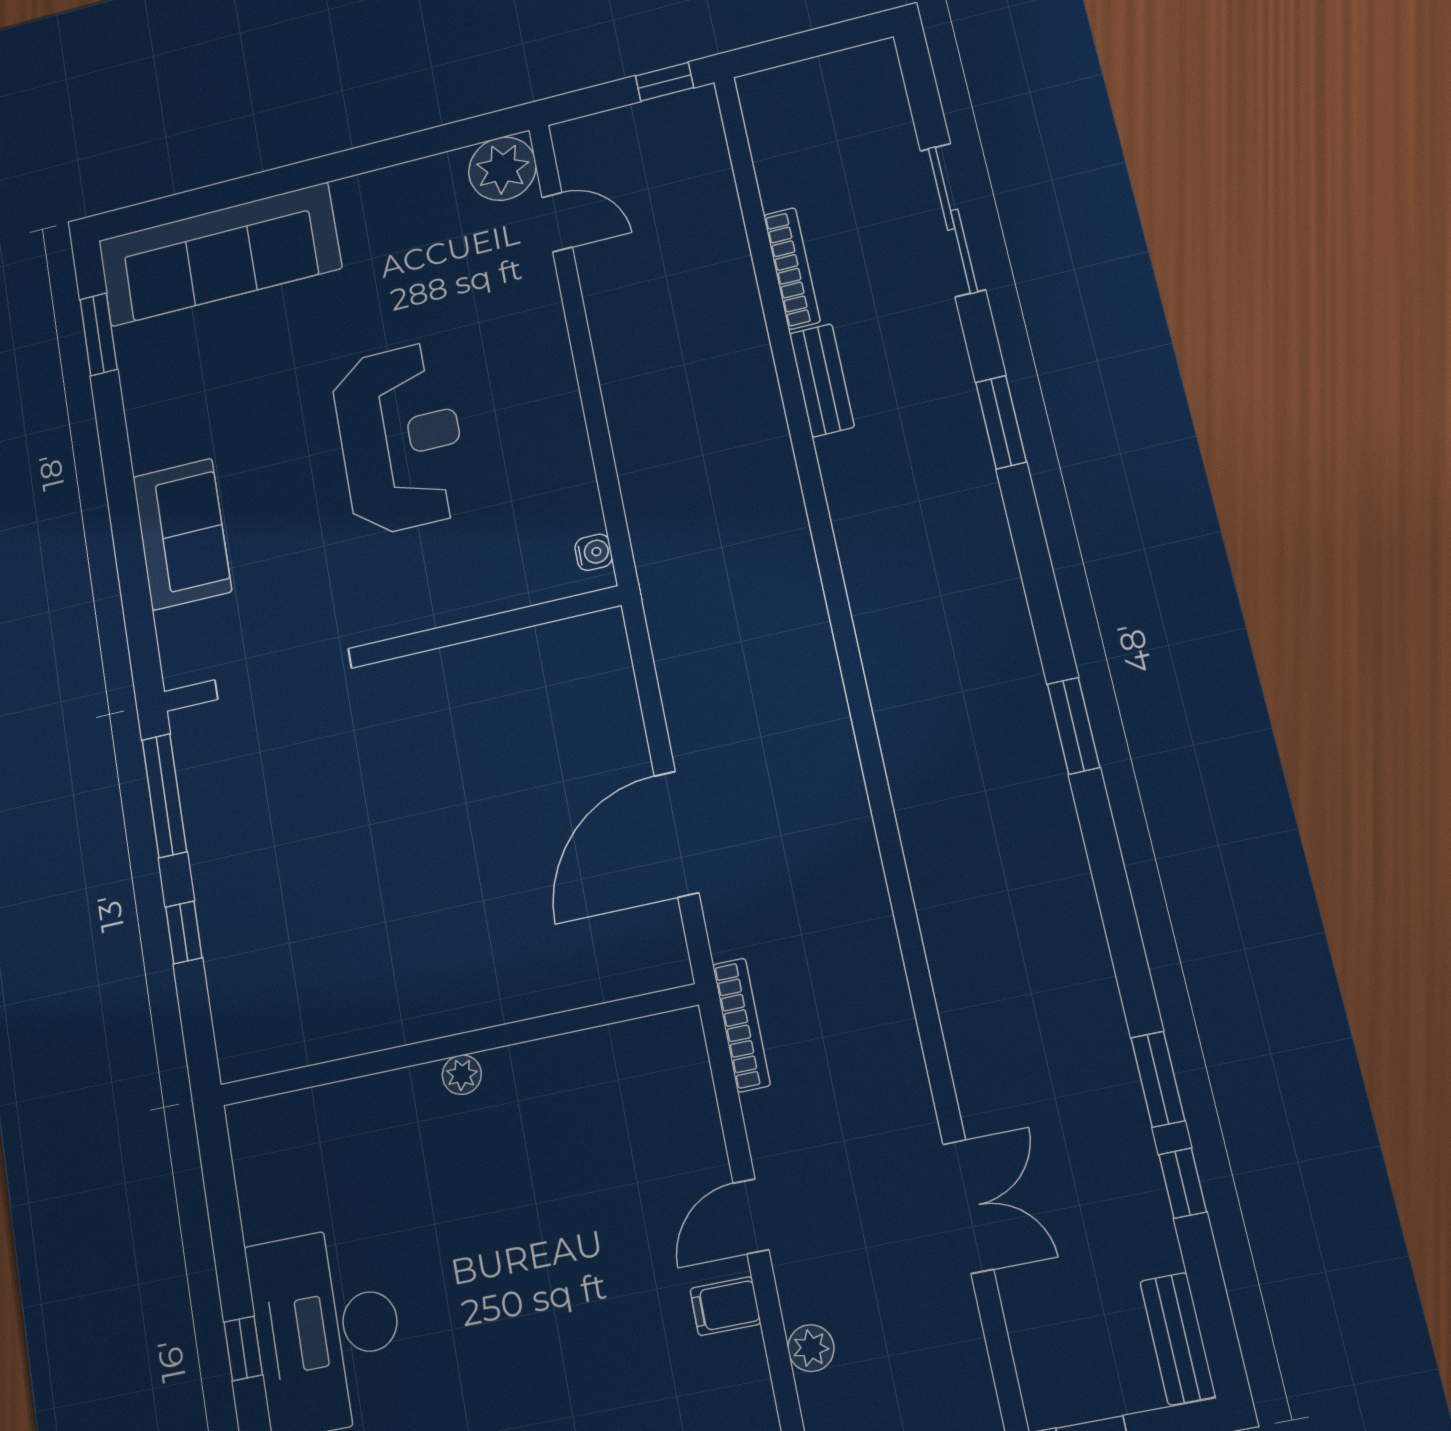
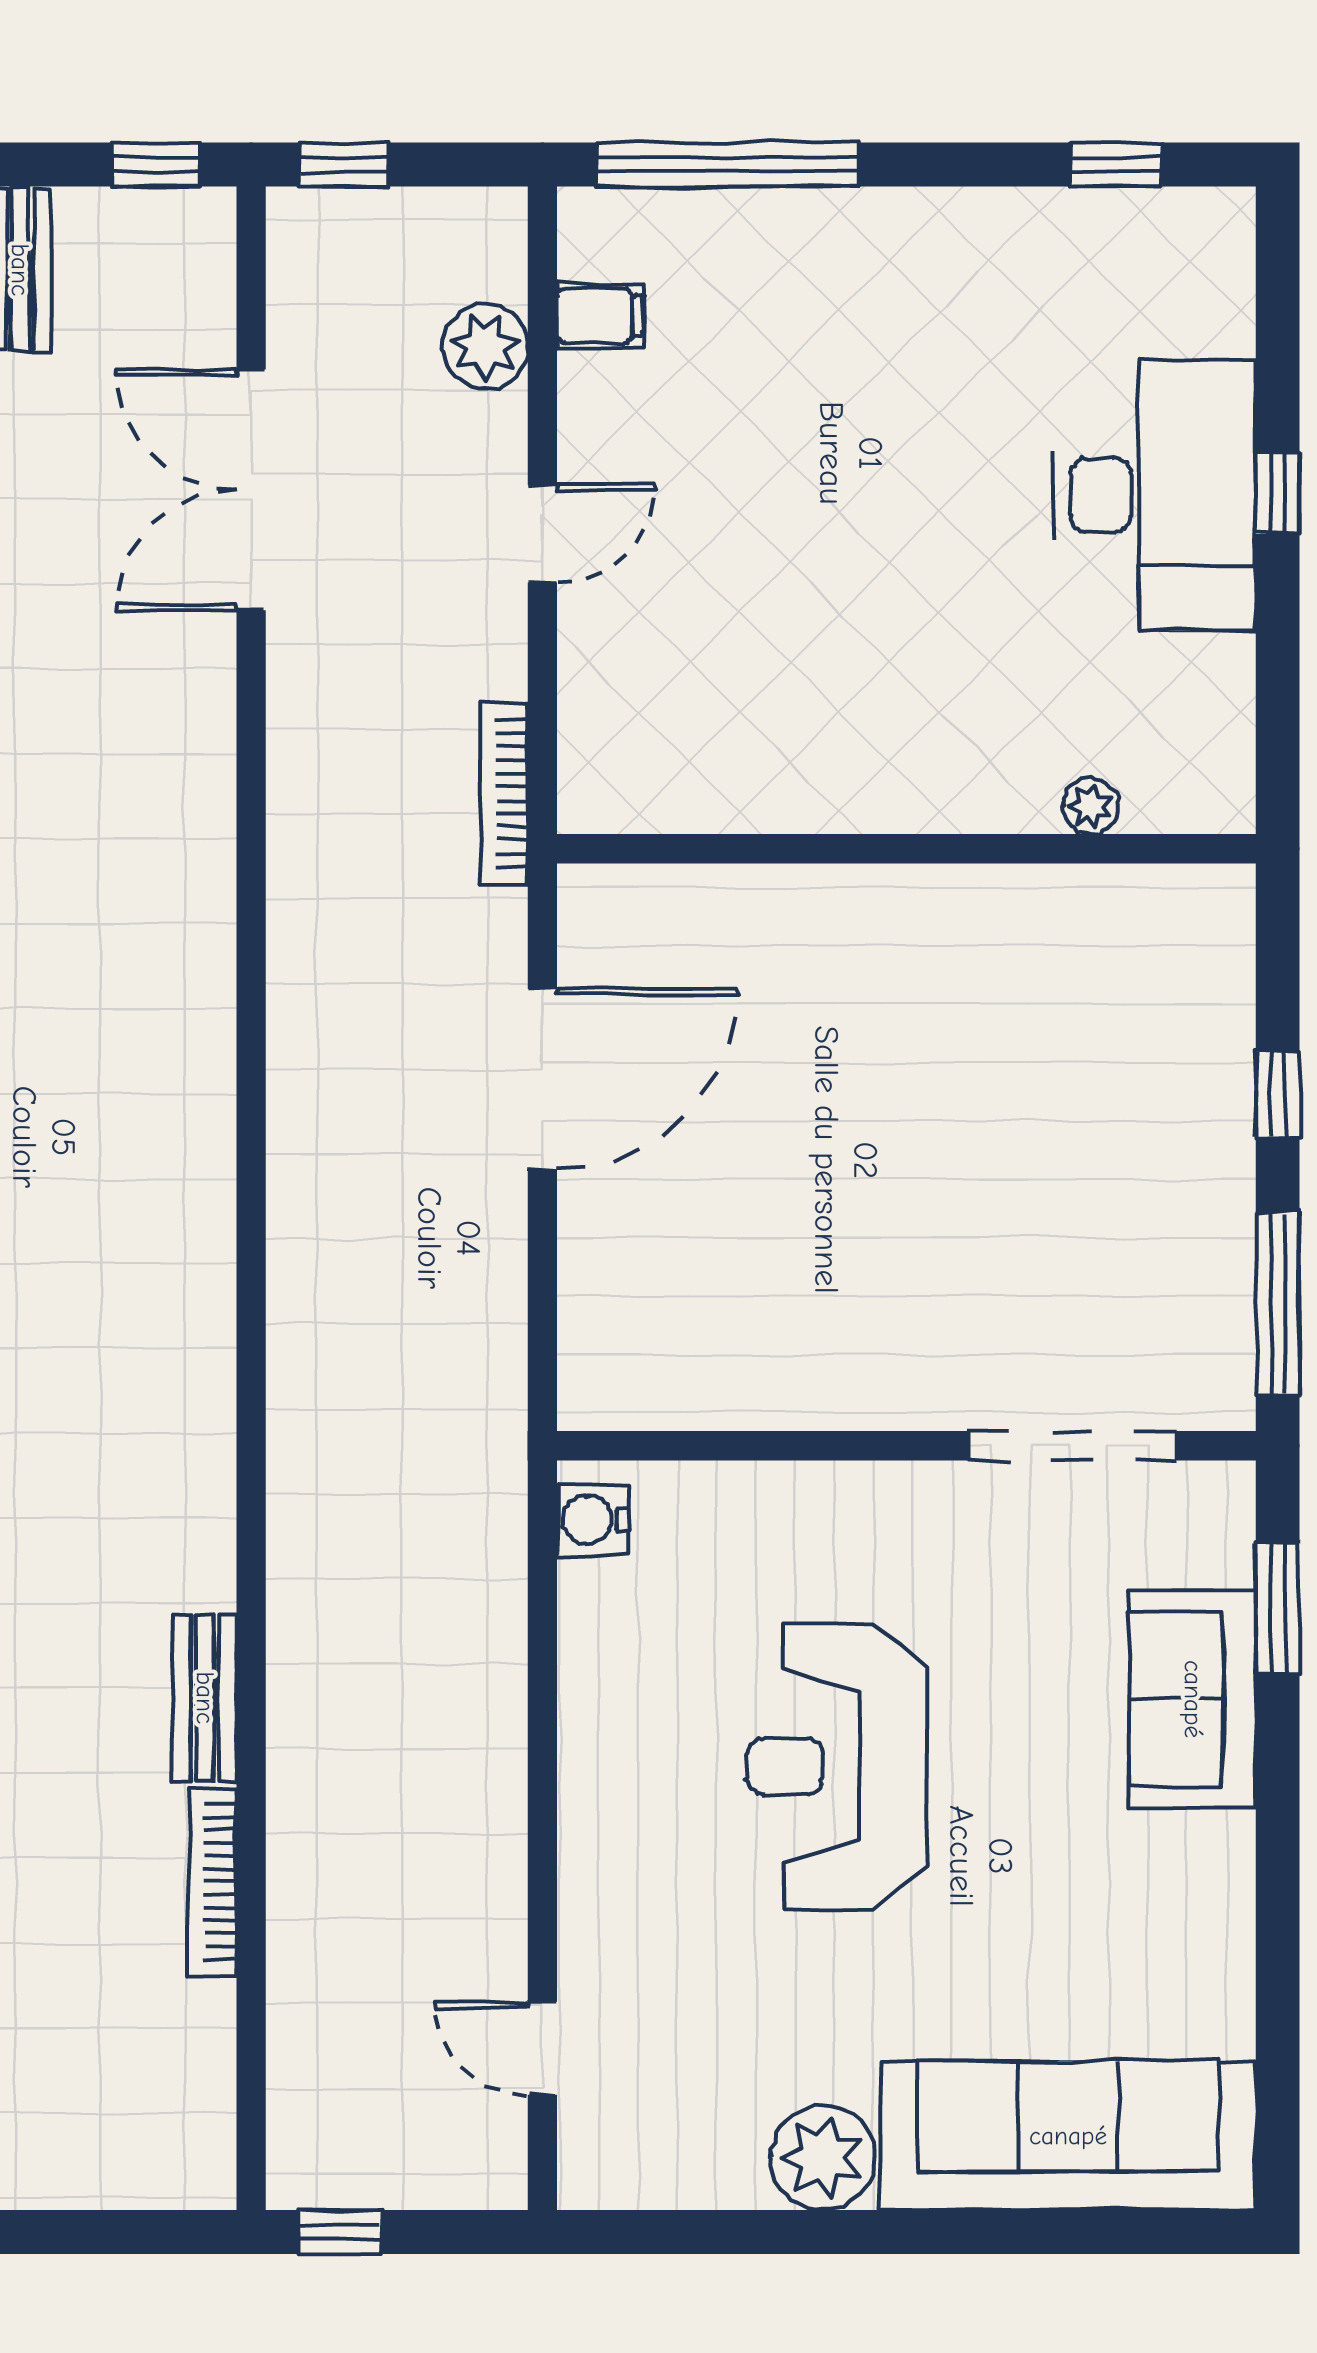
plant: (502, 169) -> (823, 2158), moved
window: (99, 334) -> (1278, 1608), moved
water cooler: (594, 552) -> (593, 1520), width x1.38, depth x1.38
plant: (462, 1075) -> (1091, 806), moved
double door: (968, 1206) -> (251, 490), width x1.37
filing cabinet: (725, 1306) -> (600, 316), moved
plant: (811, 1348) -> (485, 347), width x1.38, depth x1.38

